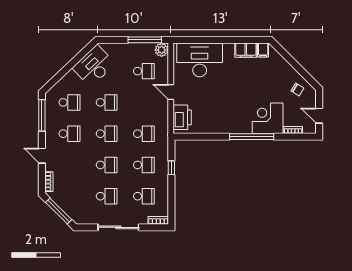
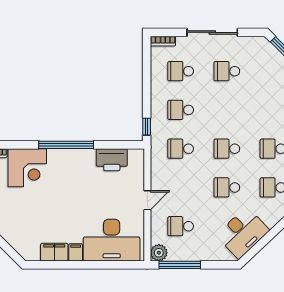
filing cabinet: (263, 50) -> (76, 252), moved
door: (171, 92) -> (147, 200), hinge flipped
printer: (182, 117) -> (112, 160), moved, turned -90
window: (252, 137) -> (66, 145), moved
school desk: (107, 165) -> (227, 110), removed
window: (171, 168) -> (147, 127), moved

